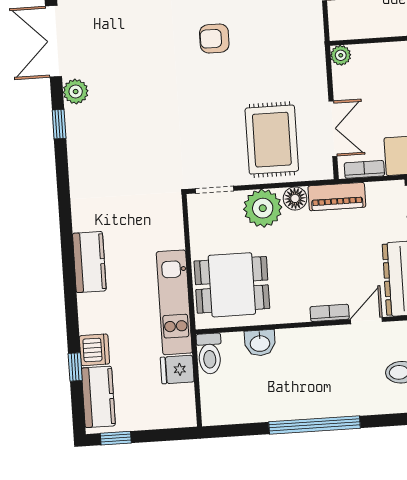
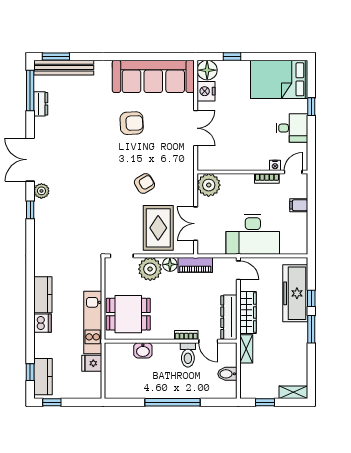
armchair: (214, 38) -> (144, 183), moved, turned 148
plant: (341, 55) -> (209, 185), width x1.88, depth x1.88
double door: (333, 129) -> (196, 224), swing flipped
bookcase: (364, 169) -> (213, 250), removed
door: (366, 321) -> (208, 341), swing flipped
dishwasher: (94, 350) -> (42, 323), moved
toilet: (209, 354) -> (188, 355), moved
window: (75, 367) -> (30, 372), moved

